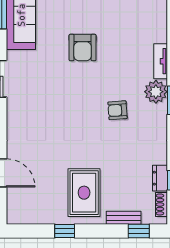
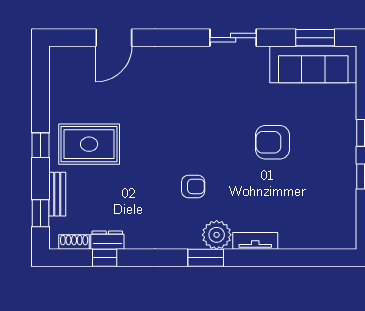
armchair: (118, 110) -> (193, 186), turned 94
window: (65, 231) -> (41, 145), moved

